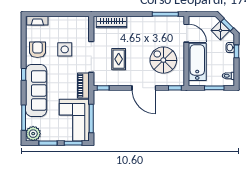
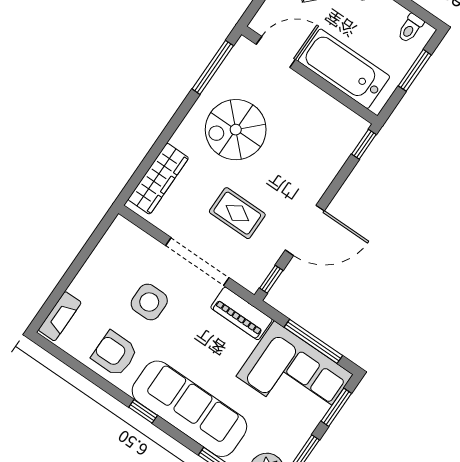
spiral stairs: (163, 60) -> (236, 130), moved
door: (144, 88) -> (305, 230), moved

